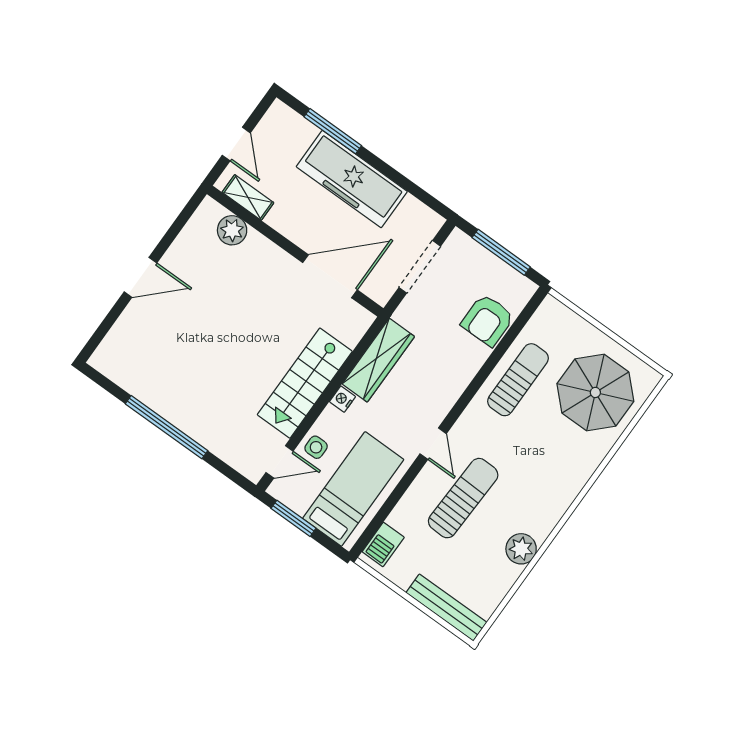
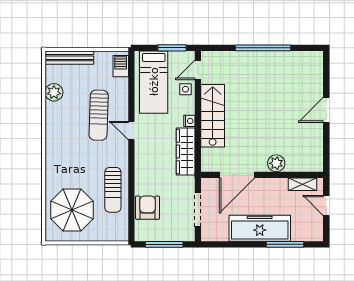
plant: (232, 230) -> (276, 163), moved
plant: (521, 549) -> (54, 92), moved

